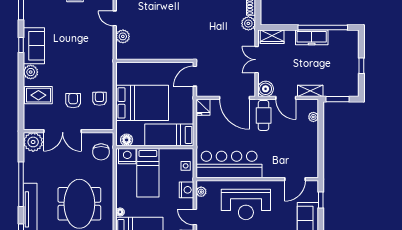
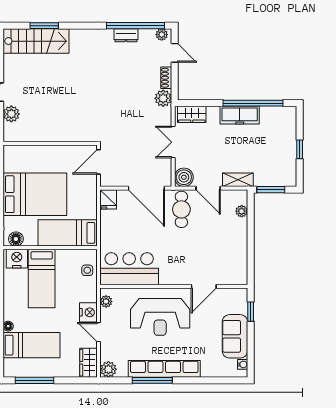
bar counter: (229, 165) -> (129, 269), width x0.73
door: (295, 179) -> (204, 286), moved
nightstand: (186, 190) -> (88, 312), moved

